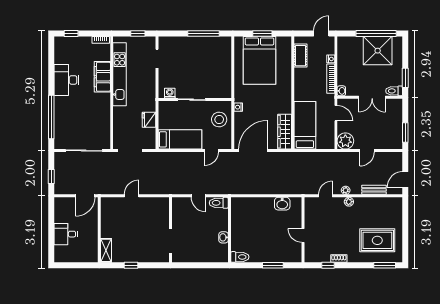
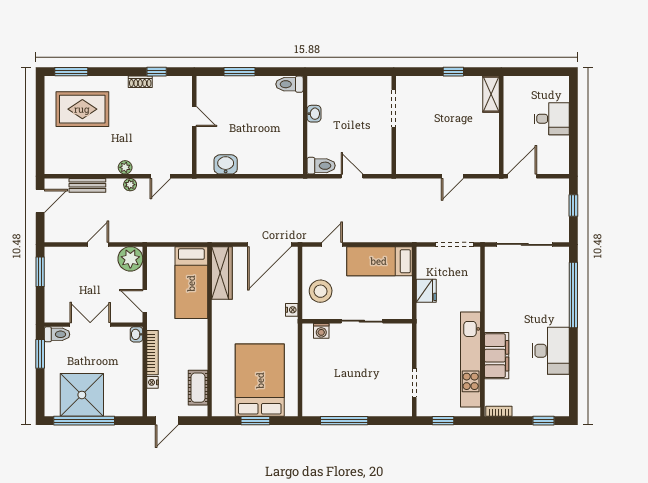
washing machine: (170, 93) -> (321, 331), moved

